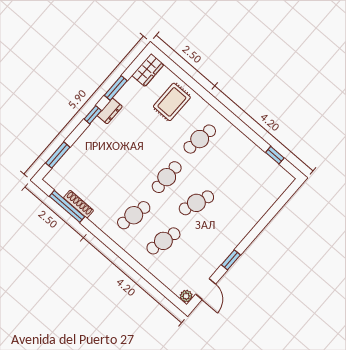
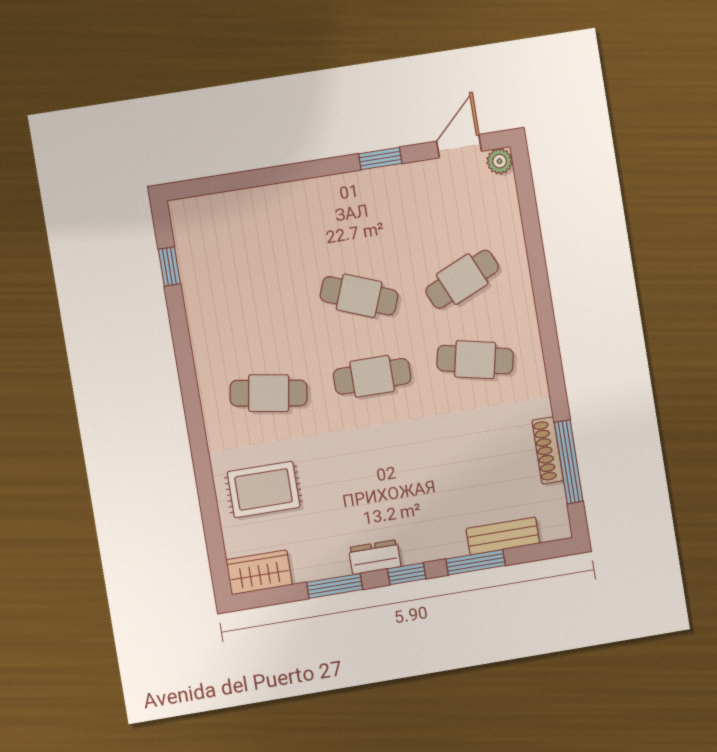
window: (58, 155) -> (476, 562), moved
bench: (69, 158) -> (503, 536), added
cafe table: (163, 241) -> (462, 279), turned -39

